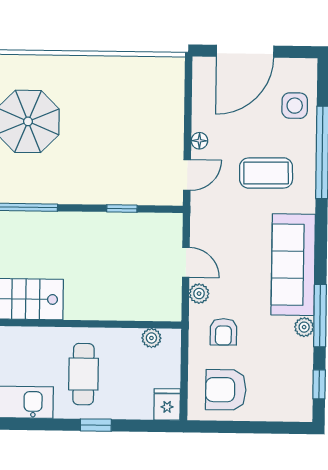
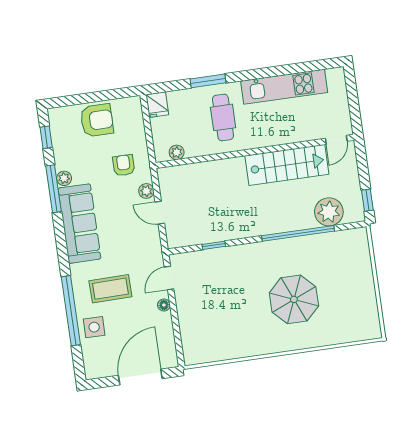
side table: (295, 106) -> (94, 327), moved
armchair: (226, 390) -> (97, 120), moved
window: (96, 425) -> (208, 81), width x1.50

